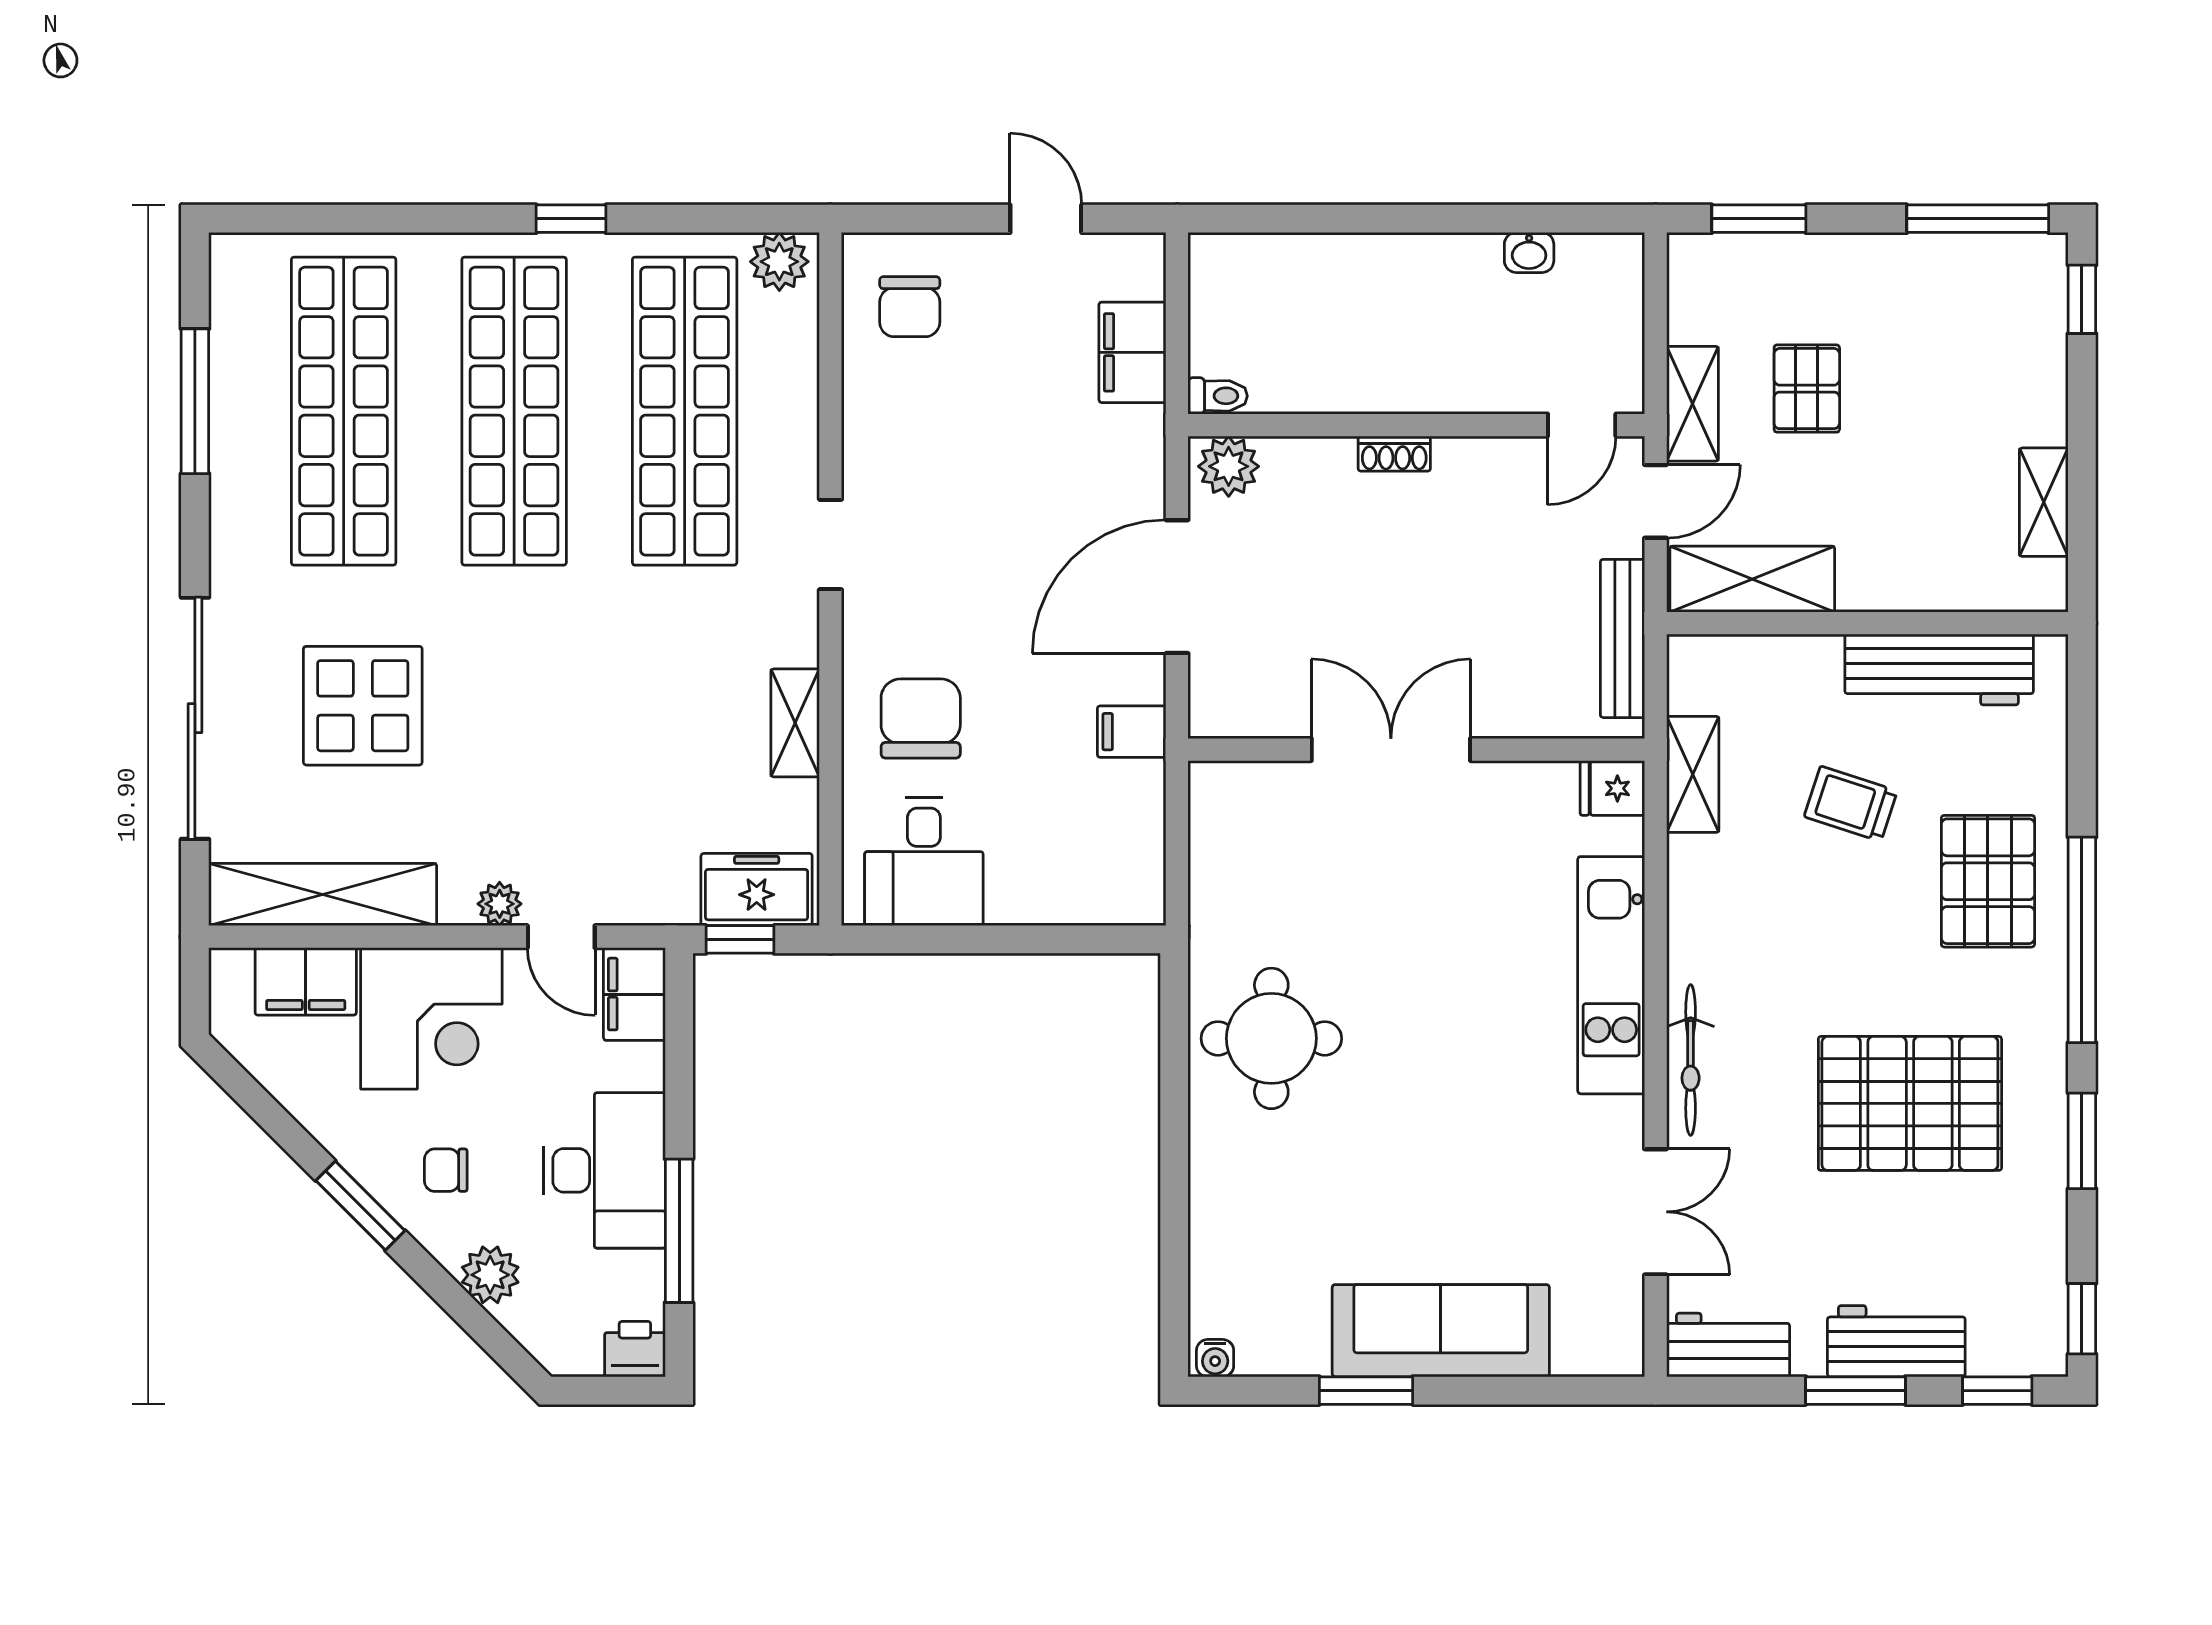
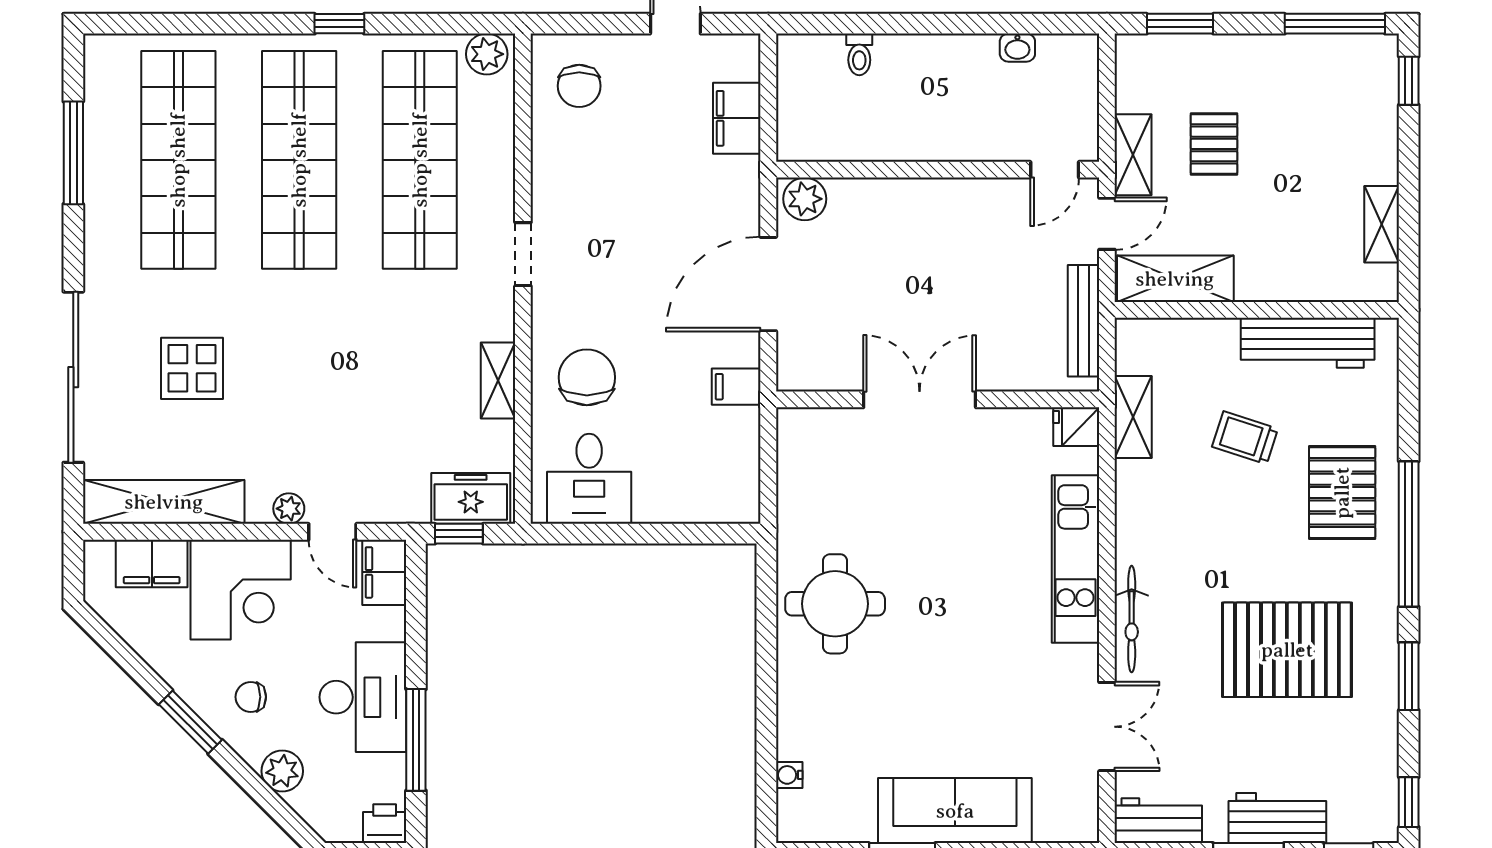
toilet: (1218, 396) -> (859, 54), moved, turned 90
shoe rack: (1394, 454) -> (922, 190), removed
display table: (363, 706) -> (192, 368), width x0.73, depth x0.73
water cooler: (1215, 1358) -> (789, 775), moved, turned 90

